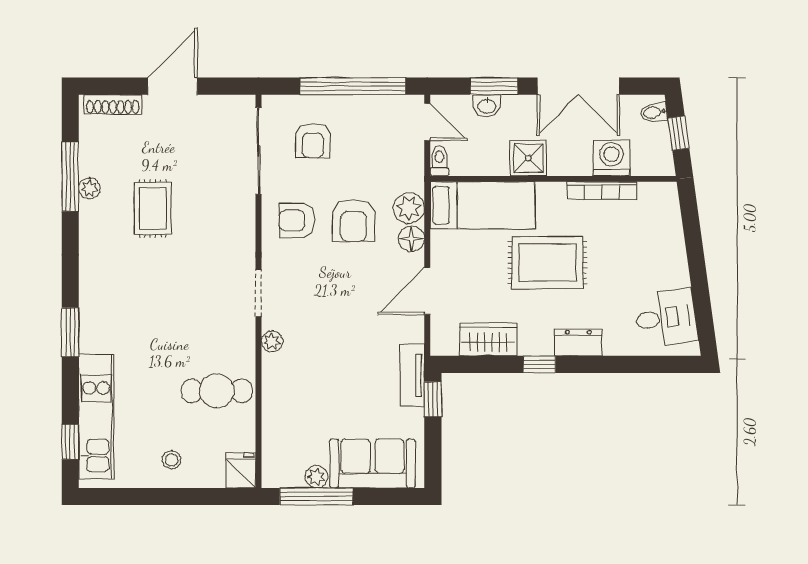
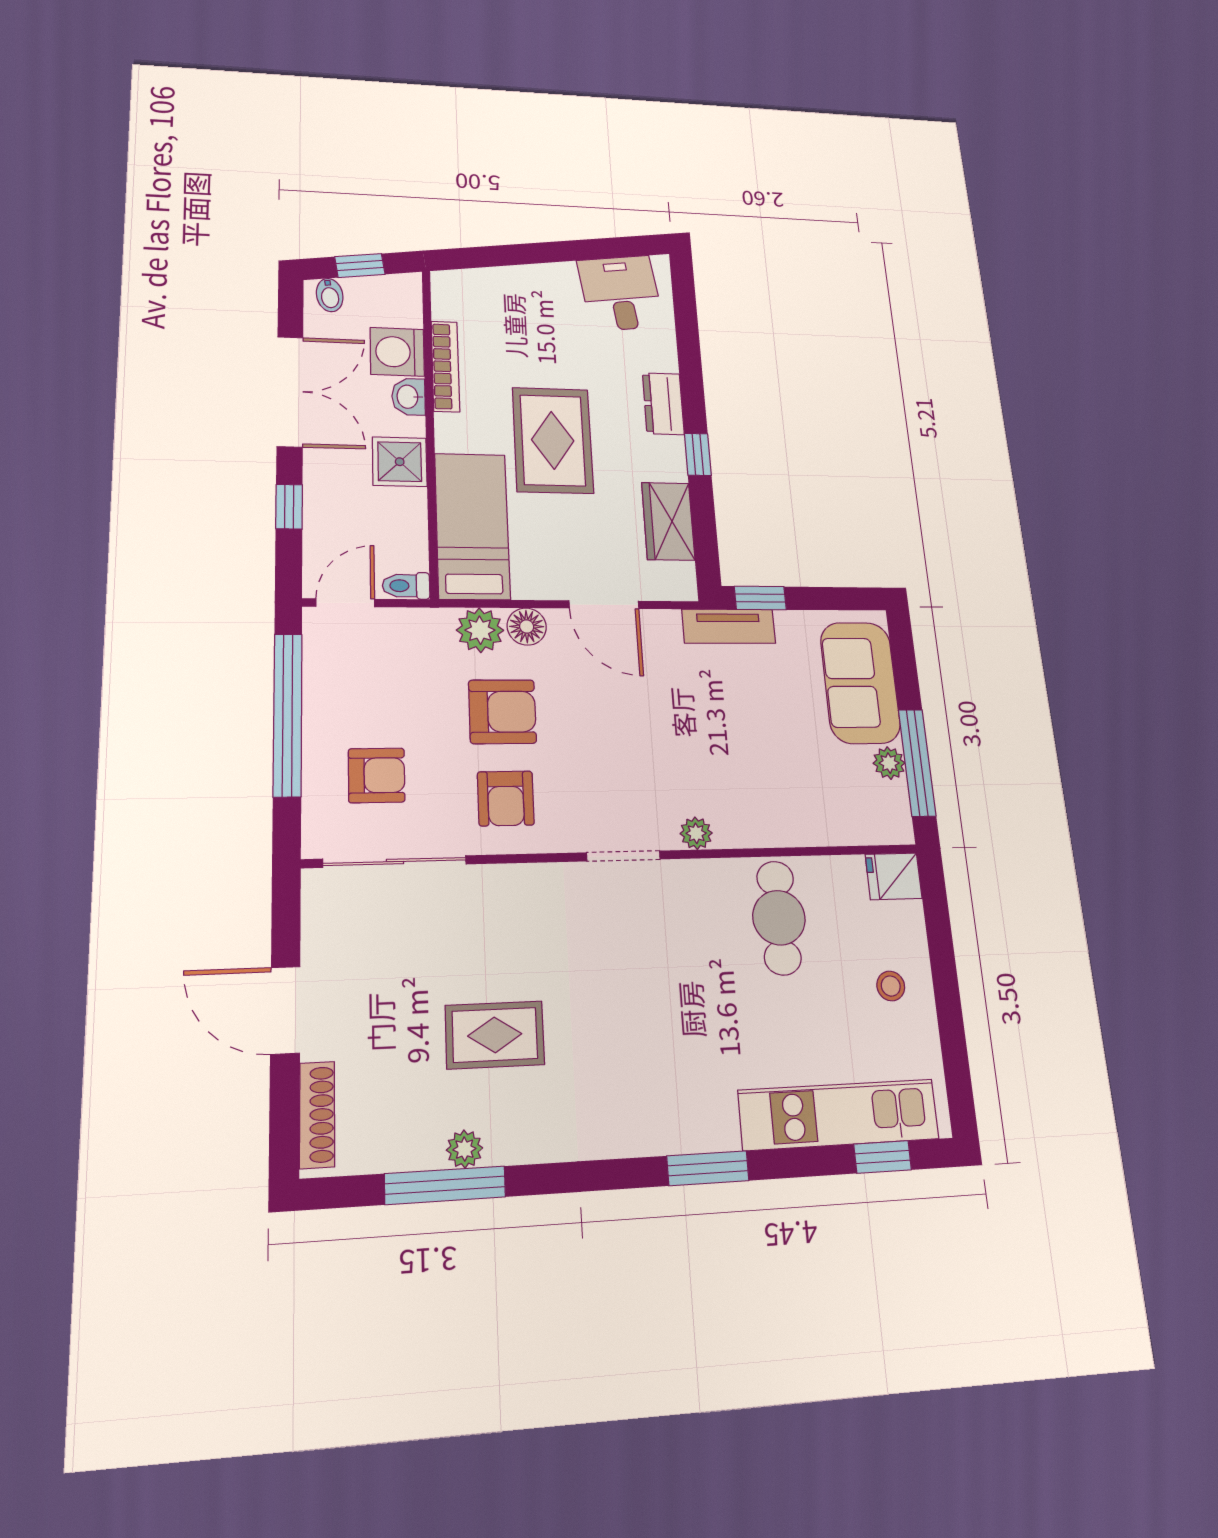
window: (494, 86) -> (289, 507), width x0.67
washbasin: (487, 106) -> (408, 397), moved, turned 180

